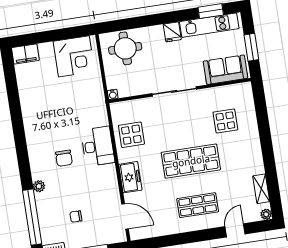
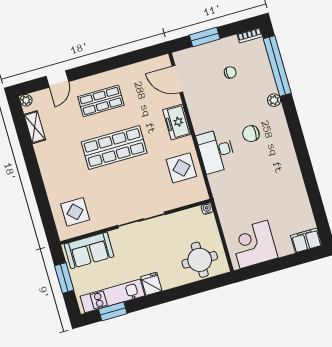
display table: (225, 121) -> (75, 212), moved
chair: (64, 158) -> (251, 134), turned -90

